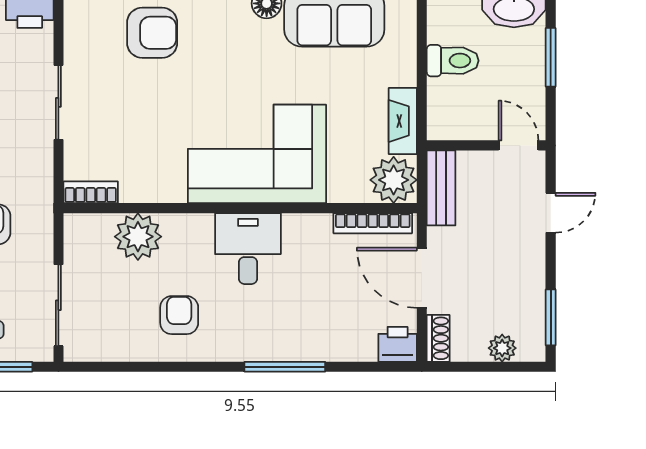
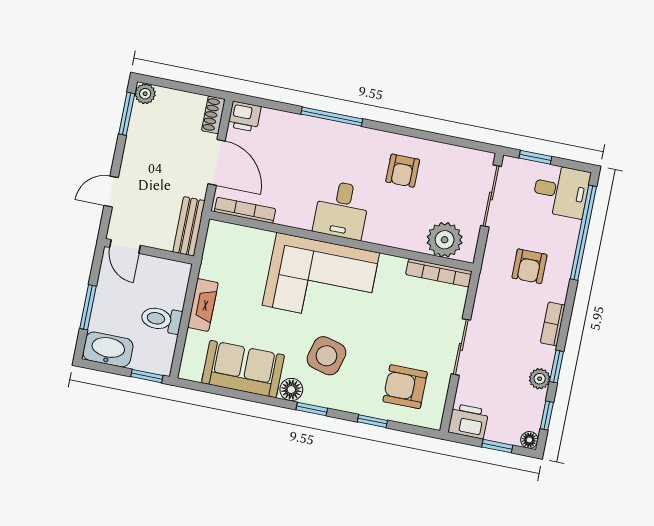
armchair: (152, 33) -> (405, 387), moved
side table: (230, 56) -> (326, 356), added
fireplace: (403, 121) -> (203, 305), moved
plant: (394, 180) -> (223, 239), removed
bookcase: (91, 192) -> (439, 273), width x1.56
plant: (138, 237) -> (445, 240), moved
plant: (502, 348) -> (145, 94), moved

